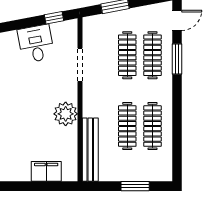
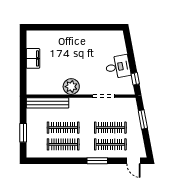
window: (177, 59) -> (97, 161), moved
filing cabinet: (46, 171) -> (33, 58), moved

